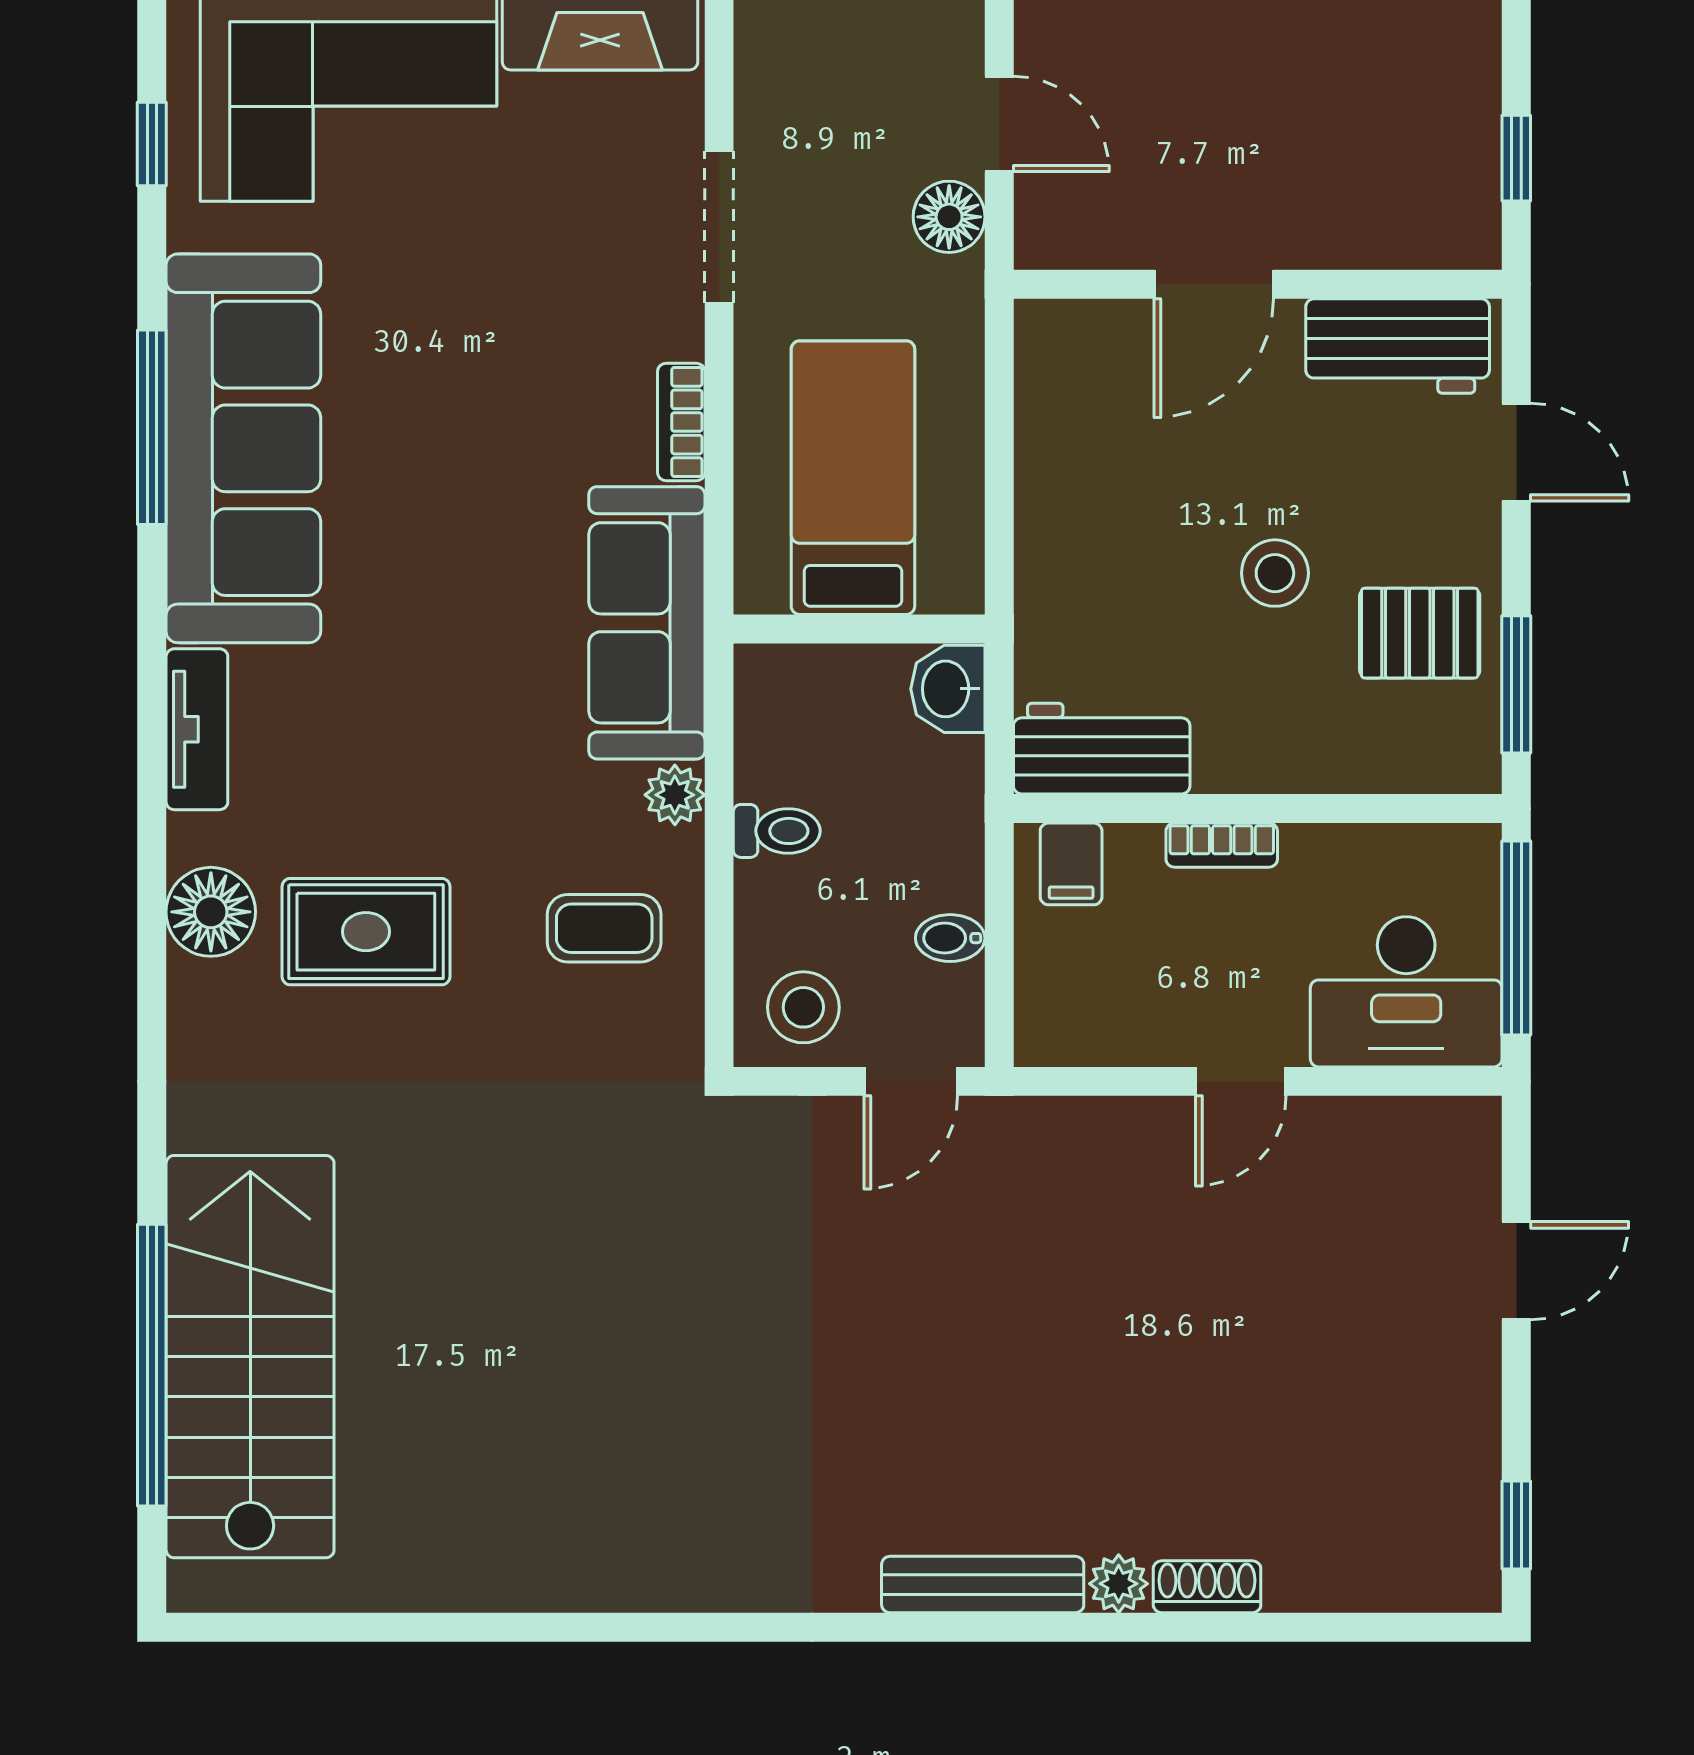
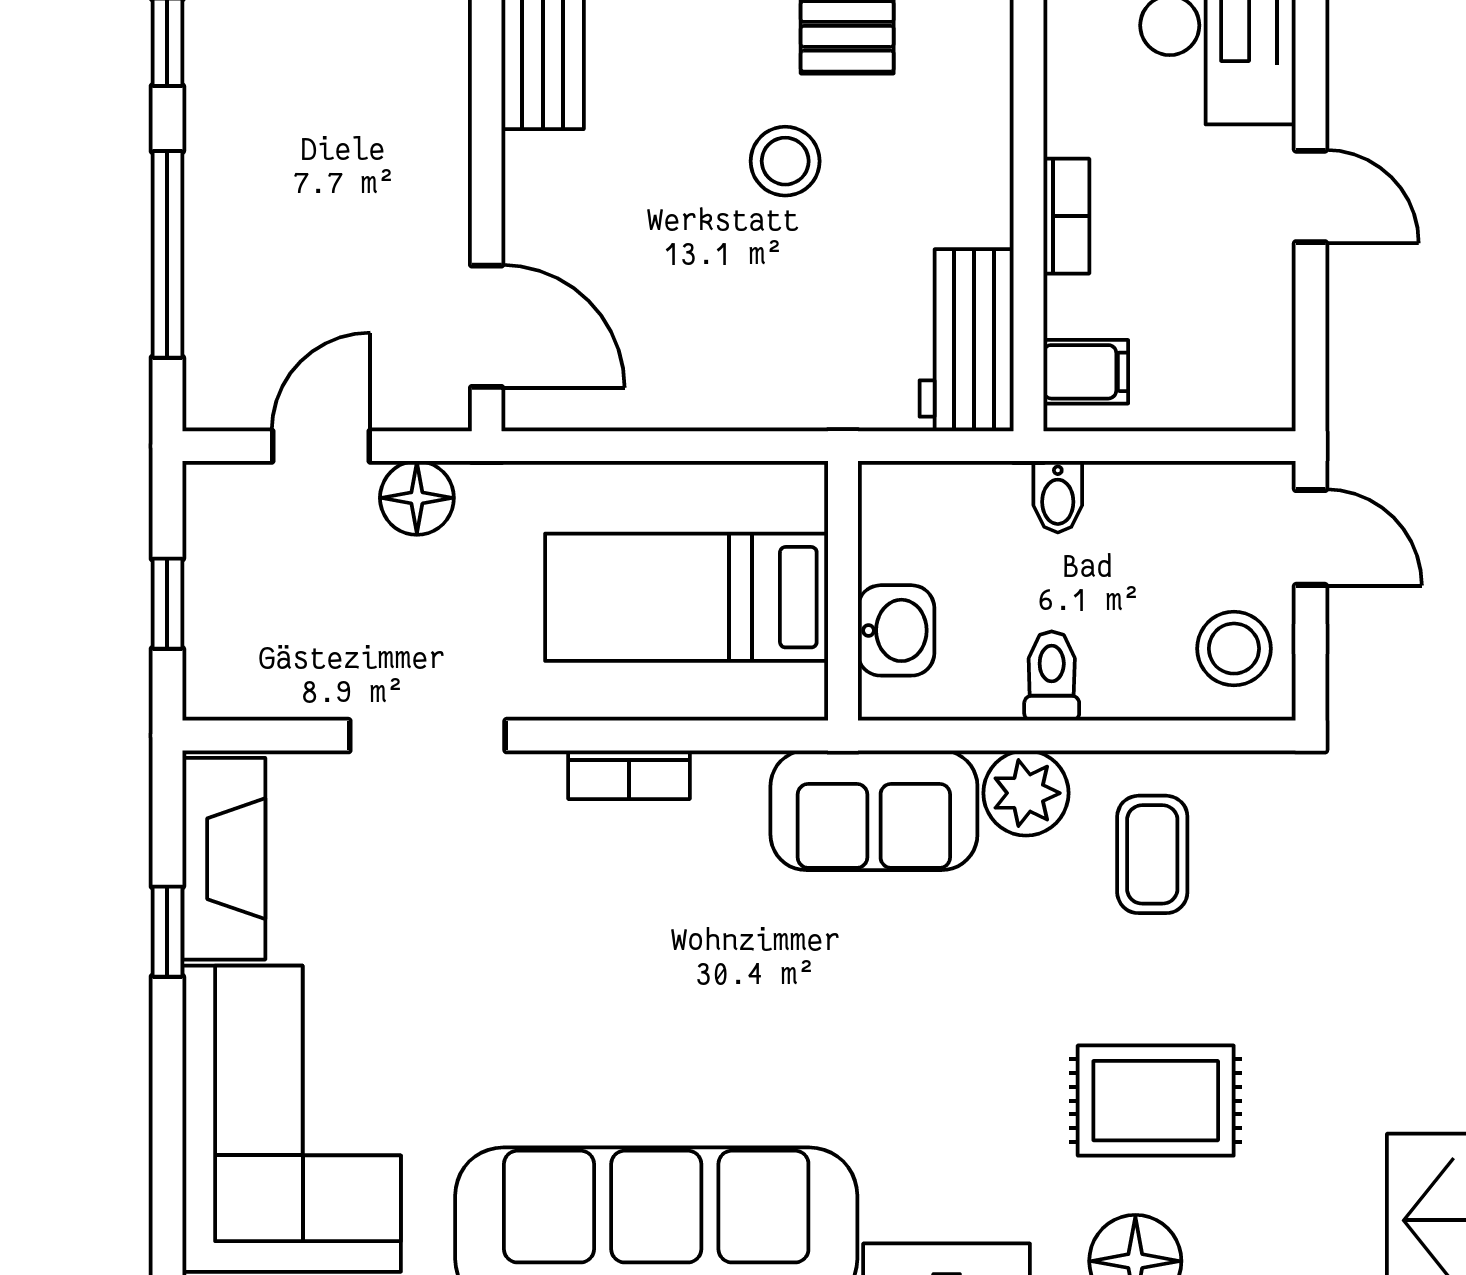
door: (1214, 284) -> (487, 326), moved
sofa: (647, 623) -> (874, 810), width x0.73
washbasin: (948, 689) -> (896, 630), moved, turned -90
plant: (675, 795) -> (1026, 793), width x1.38, depth x1.38
rug: (366, 932) -> (1156, 1101), turned 90
bidet: (950, 938) -> (1058, 497), moved

